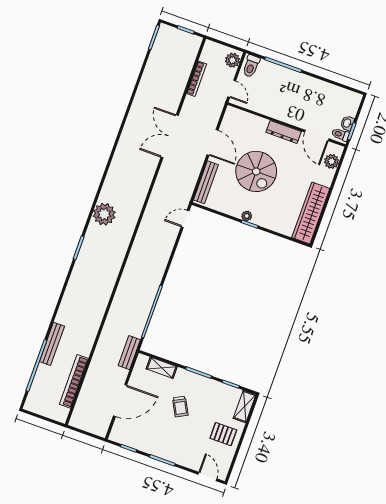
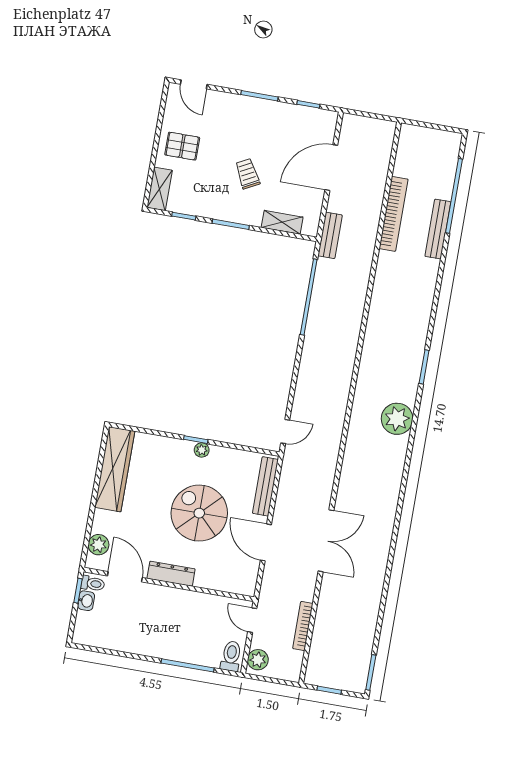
bookcase: (74, 381) -> (394, 214), moved

